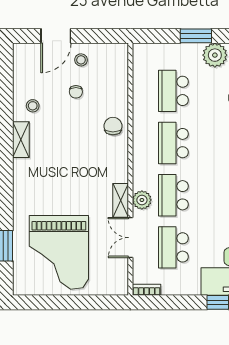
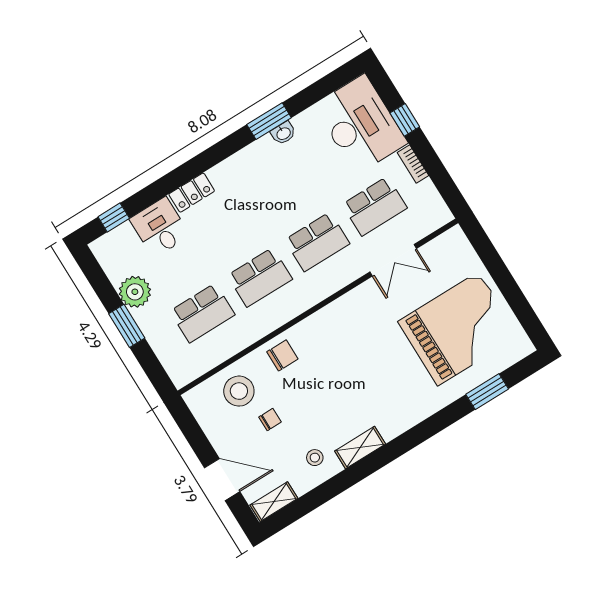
stool: (81, 60) -> (239, 391), moved, width x1.89, depth x1.89
chair: (113, 126) -> (282, 355), turned 180
shelving: (121, 200) -> (274, 502), moved
plant: (142, 200) -> (344, 273), removed
bookcase: (147, 290) -> (413, 164), moved

